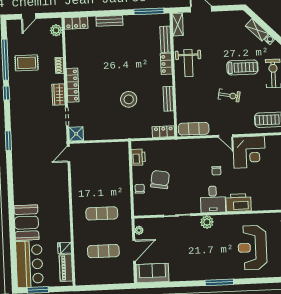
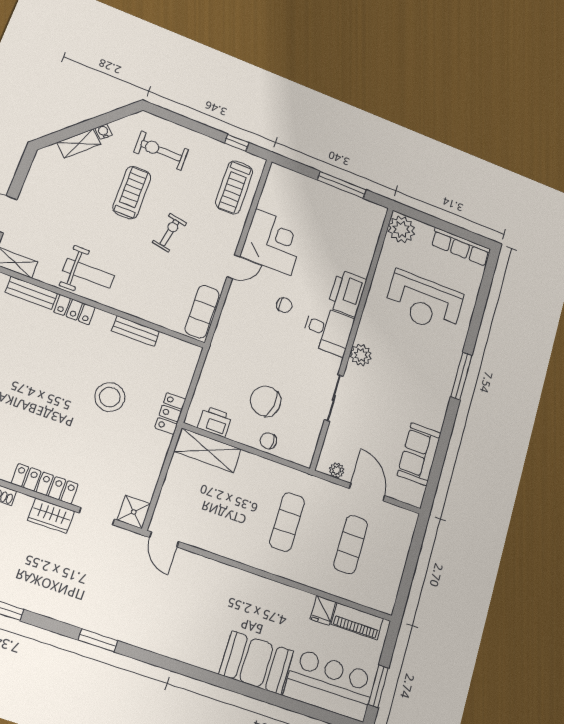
locker: (163, 132) -> (170, 413), moved
shelving: (122, 159) -> (208, 450), added
sofa: (152, 273) -> (419, 454), moved

